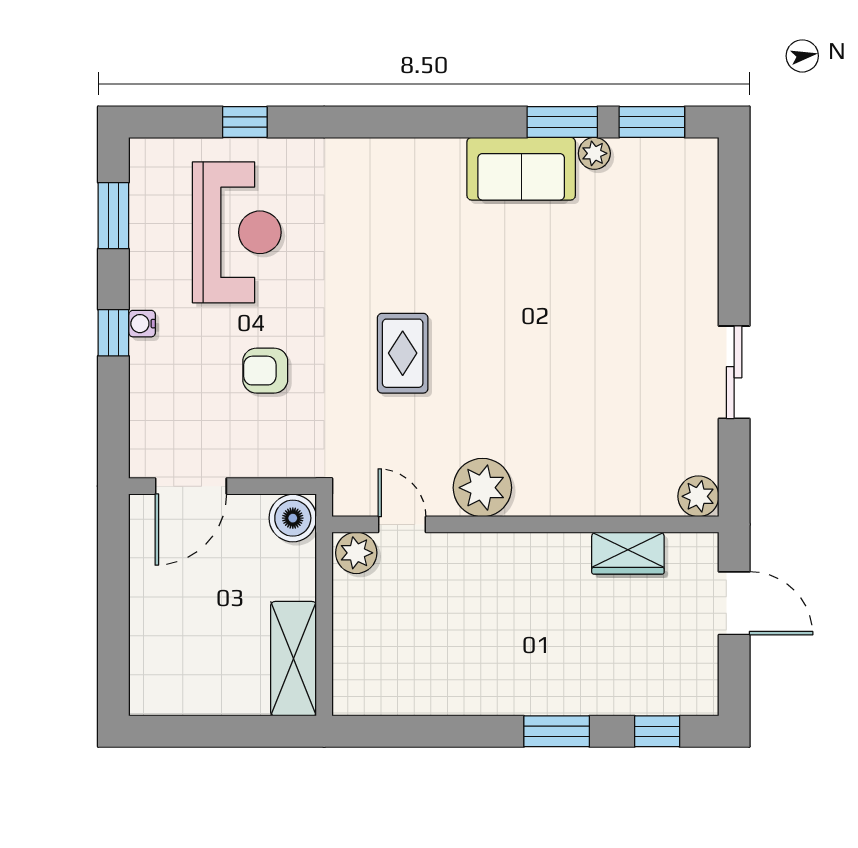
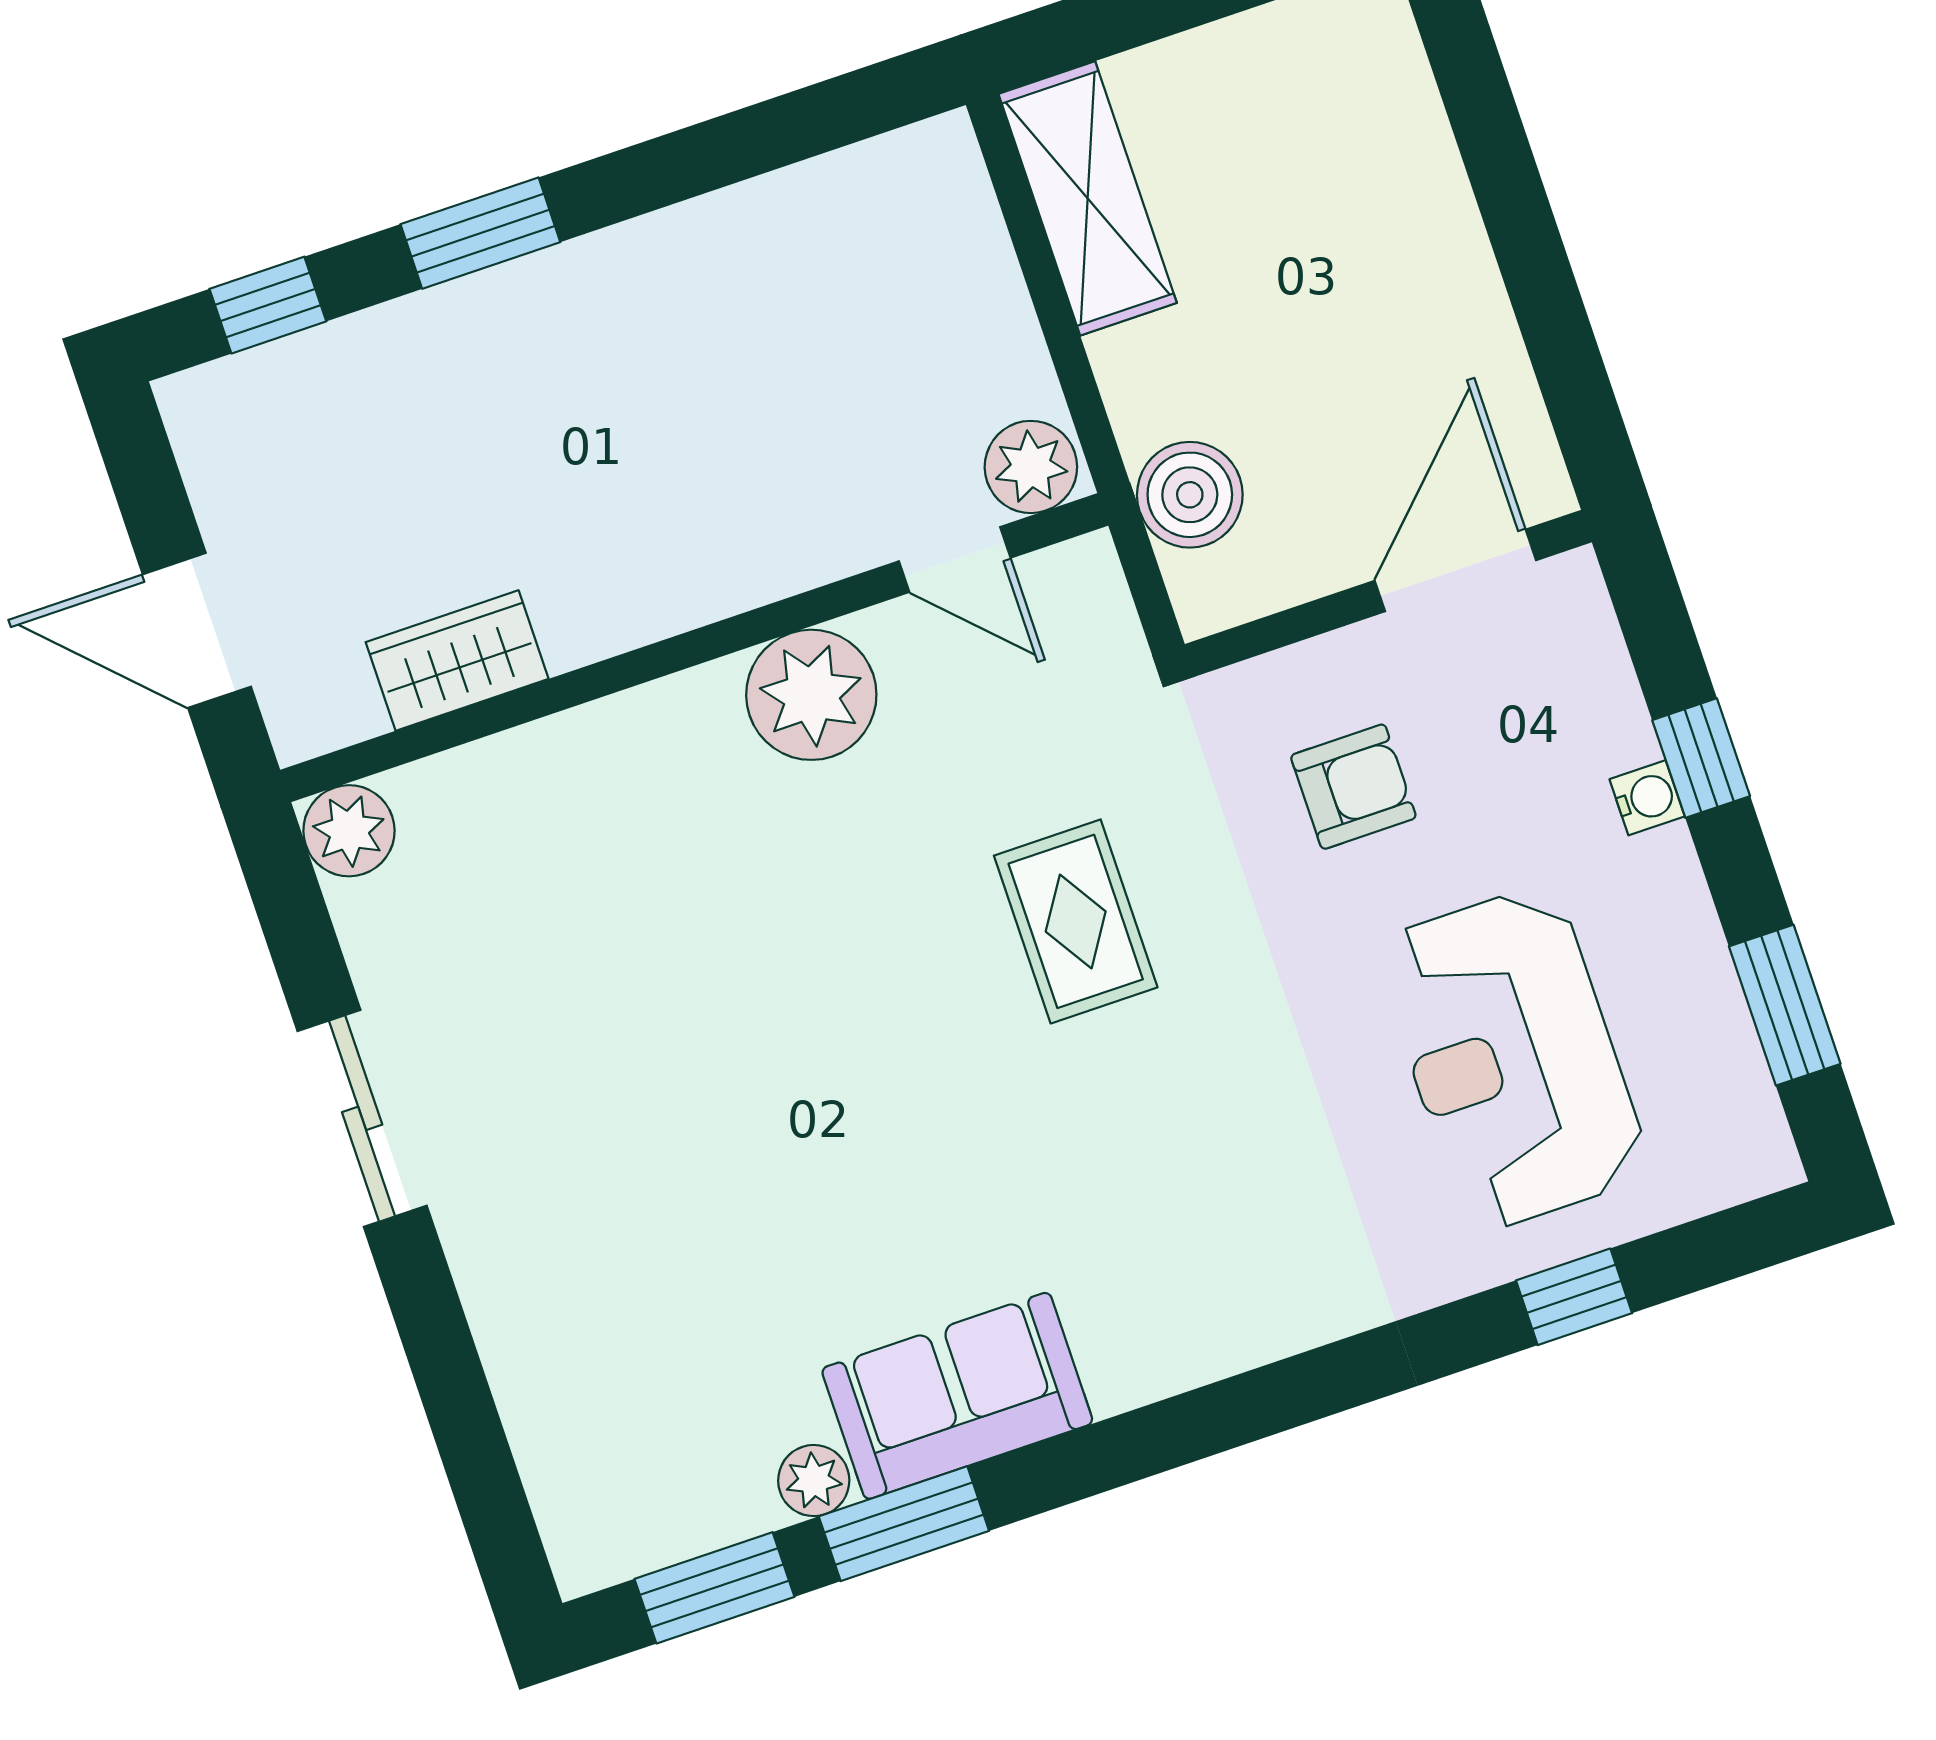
door: (191, 486) -> (1455, 570), moved
wall: (223, 486) -> (1388, 593), moved

